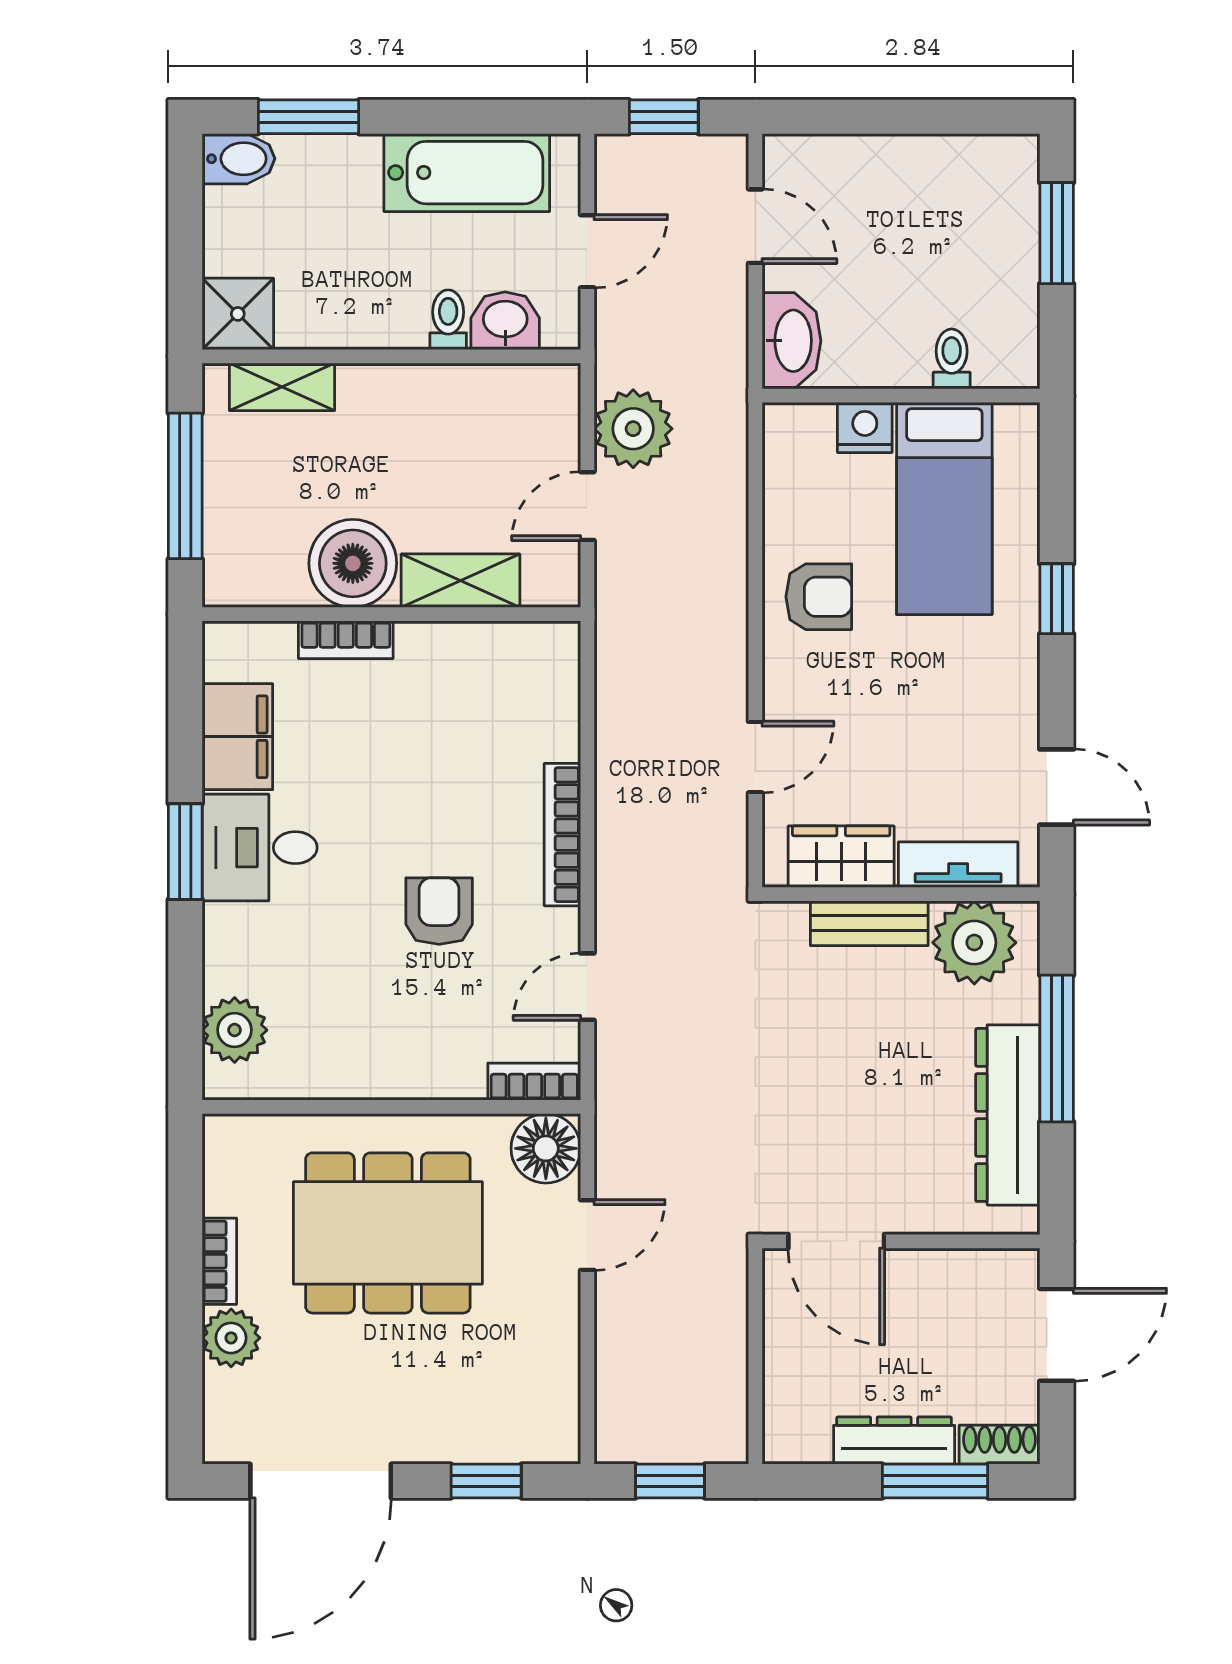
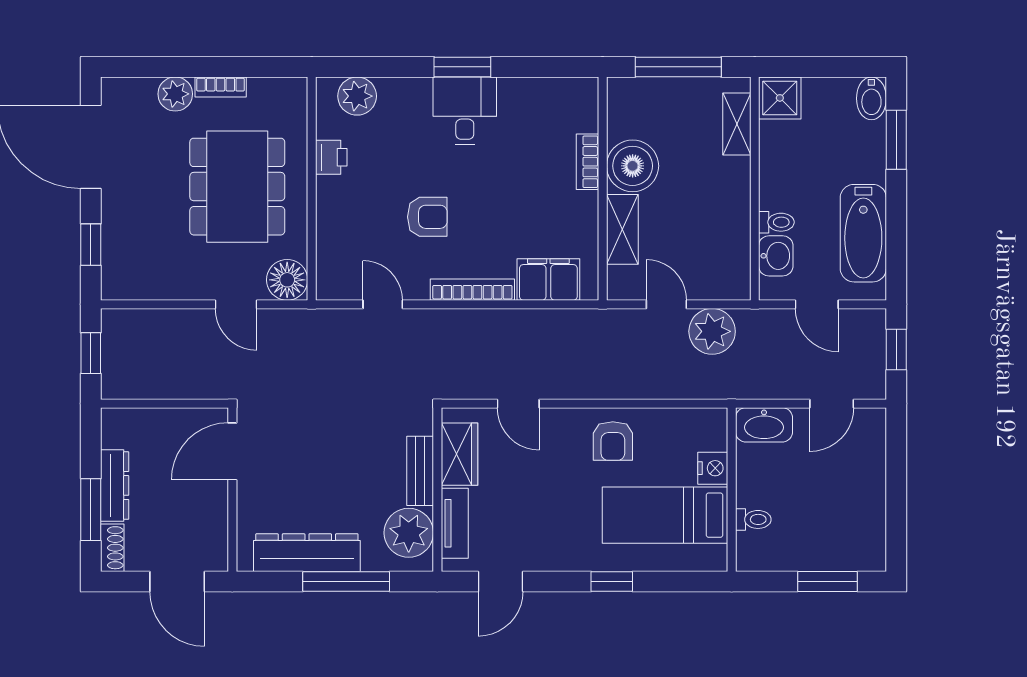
filing cabinet: (237, 737) -> (548, 280), moved, turned 180
printer: (338, 1074) -> (331, 157), added
bookcase: (534, 1082) -> (327, 273), removed

